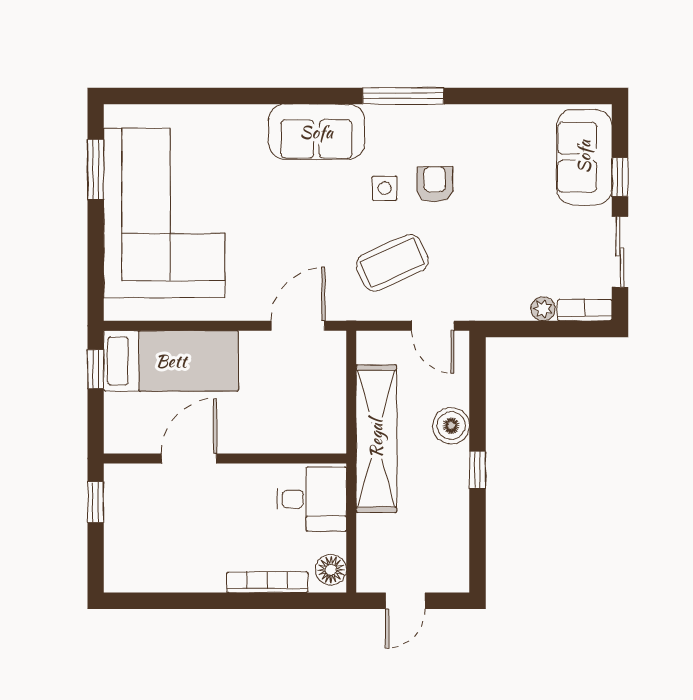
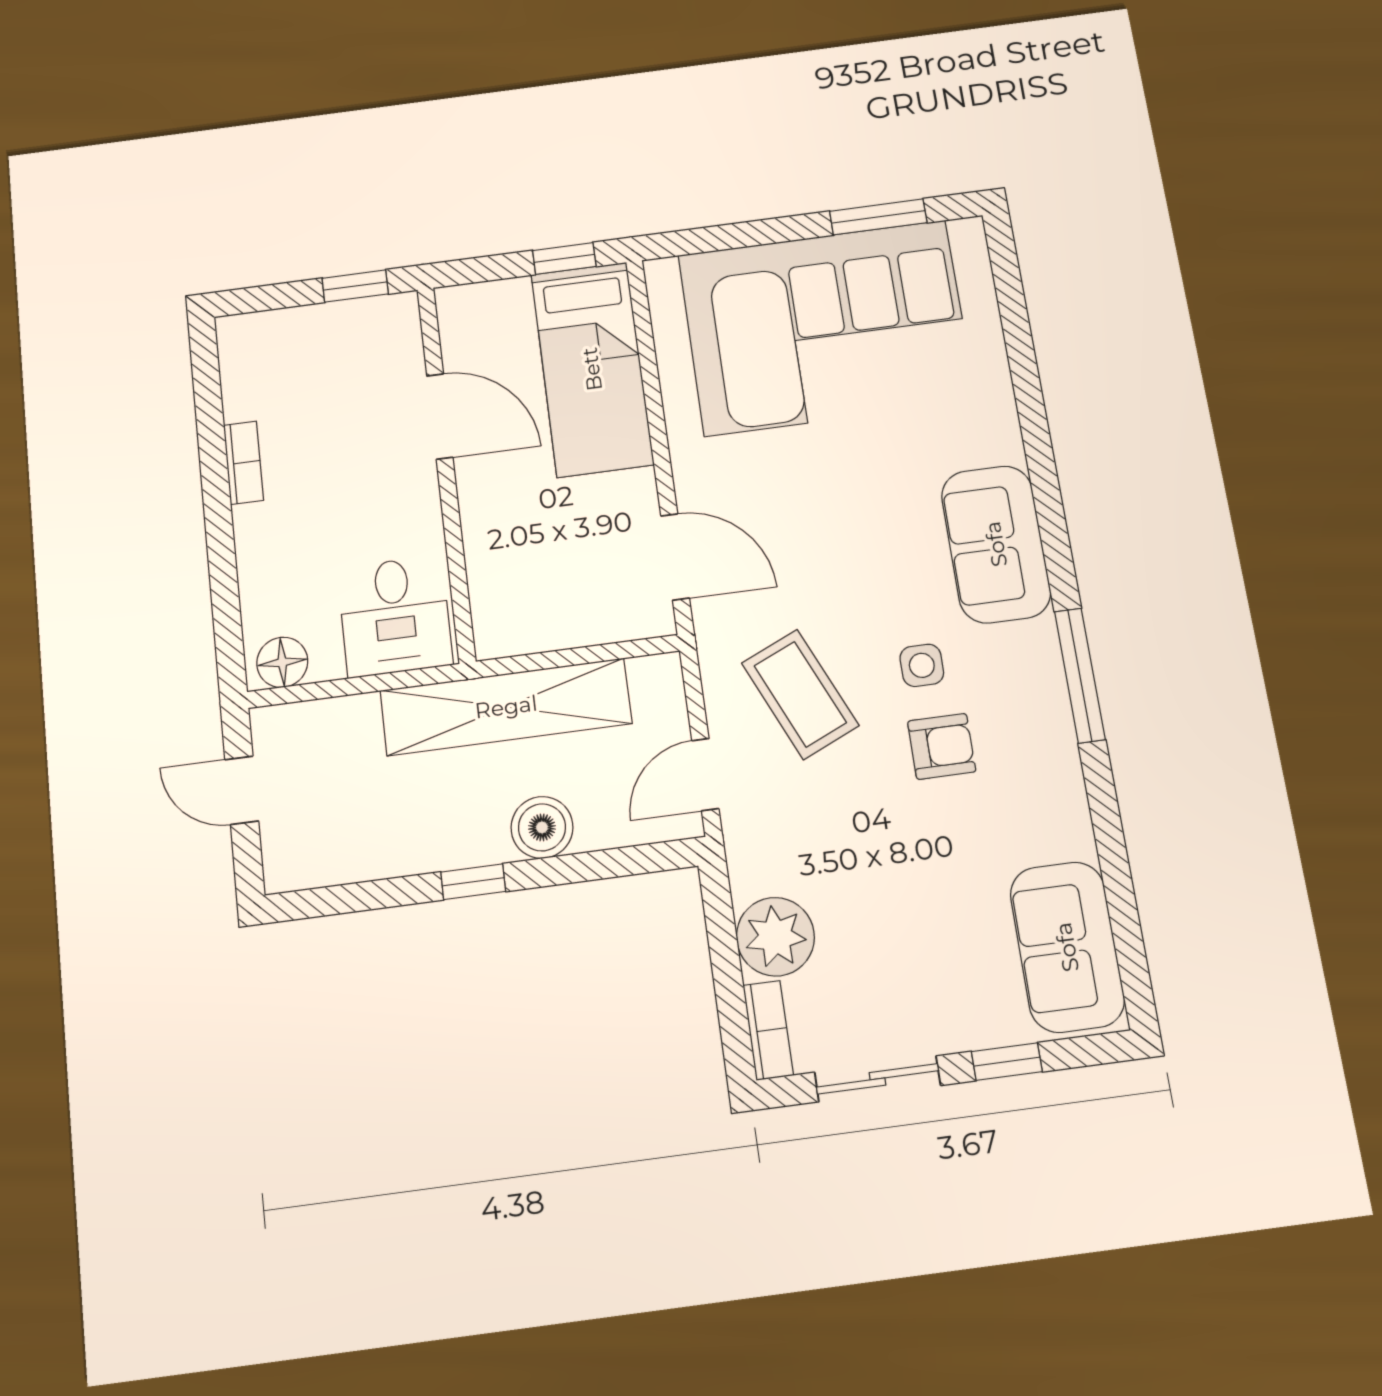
sofa: (584, 157) -> (1067, 947), moved, turned -90
plant: (543, 309) -> (775, 937), width x1.87, depth x1.87
bookcase: (267, 582) -> (243, 463), moved, width x0.64

